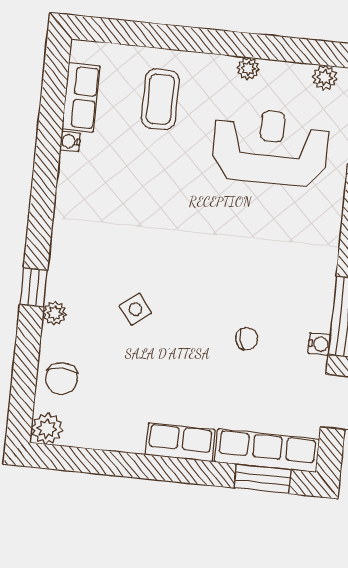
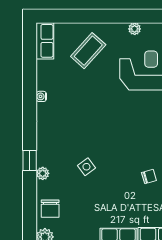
row of seats: (81, 97) -> (45, 41), moved
coffee table: (160, 99) -> (88, 51), turned 42
water cooler: (70, 141) -> (41, 96), moved

